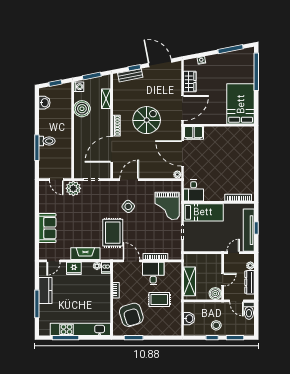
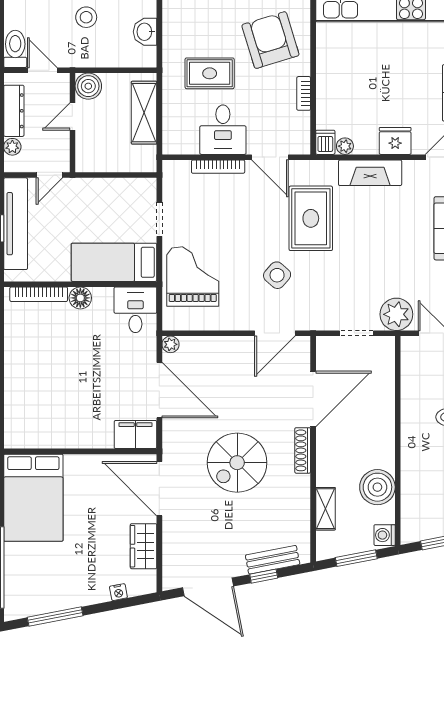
door: (182, 108) -> (159, 489), hinge flipped
floor lamp: (219, 196) -> (80, 298), added

